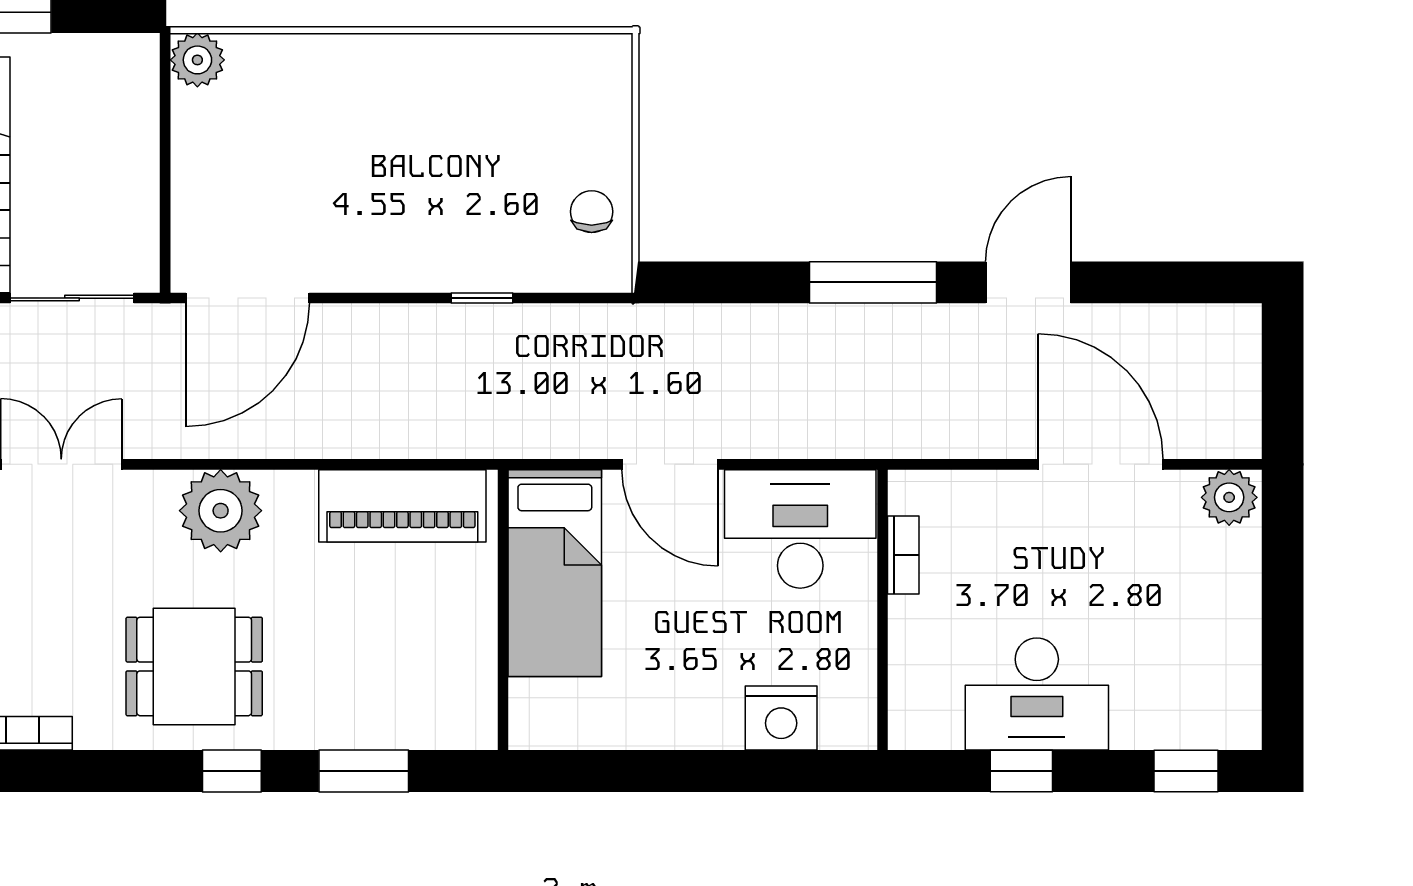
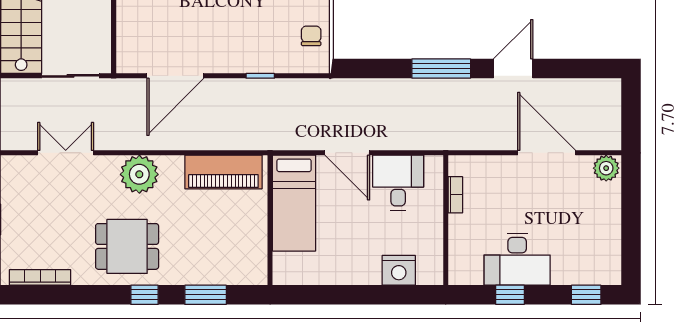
door: (248, 298) -> (175, 76), moved
desk: (800, 529) -> (398, 183), width x0.73

